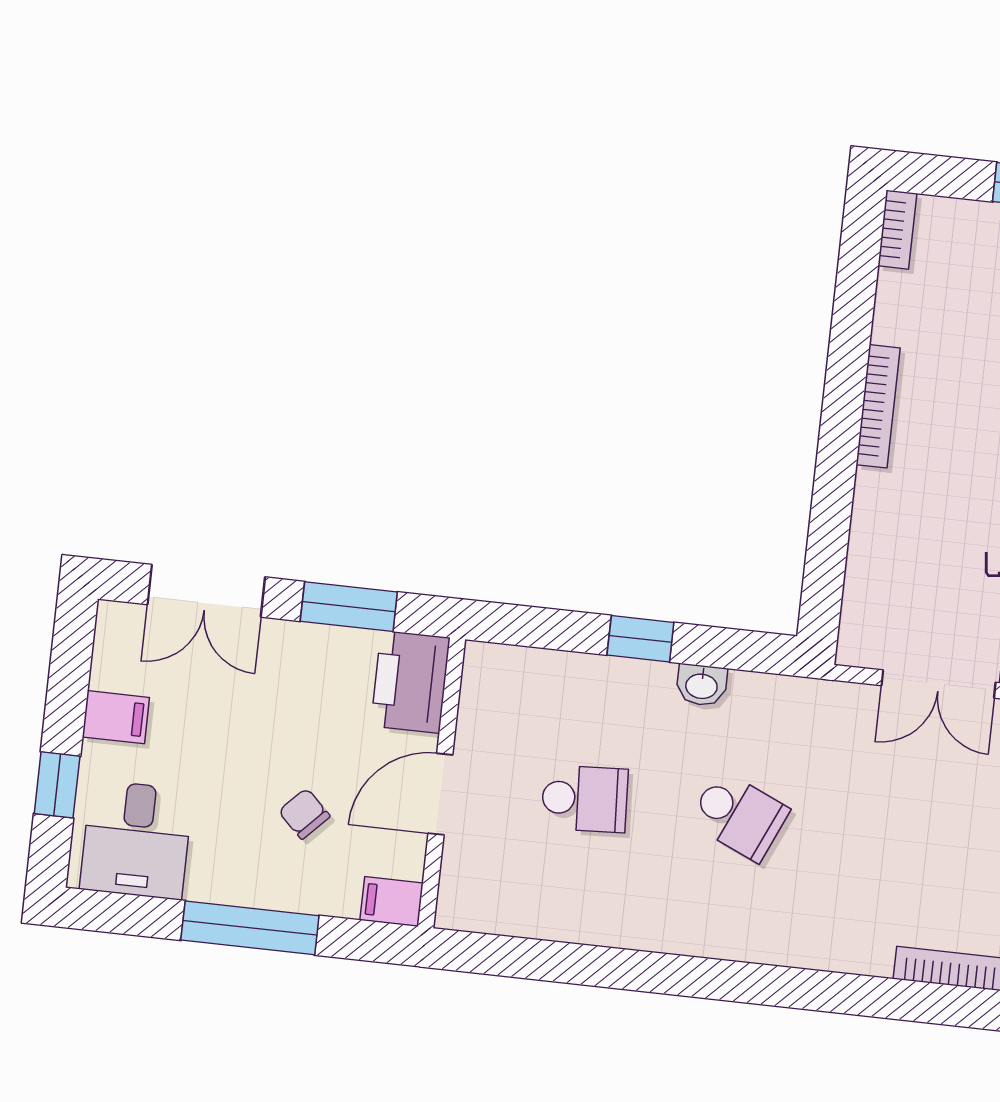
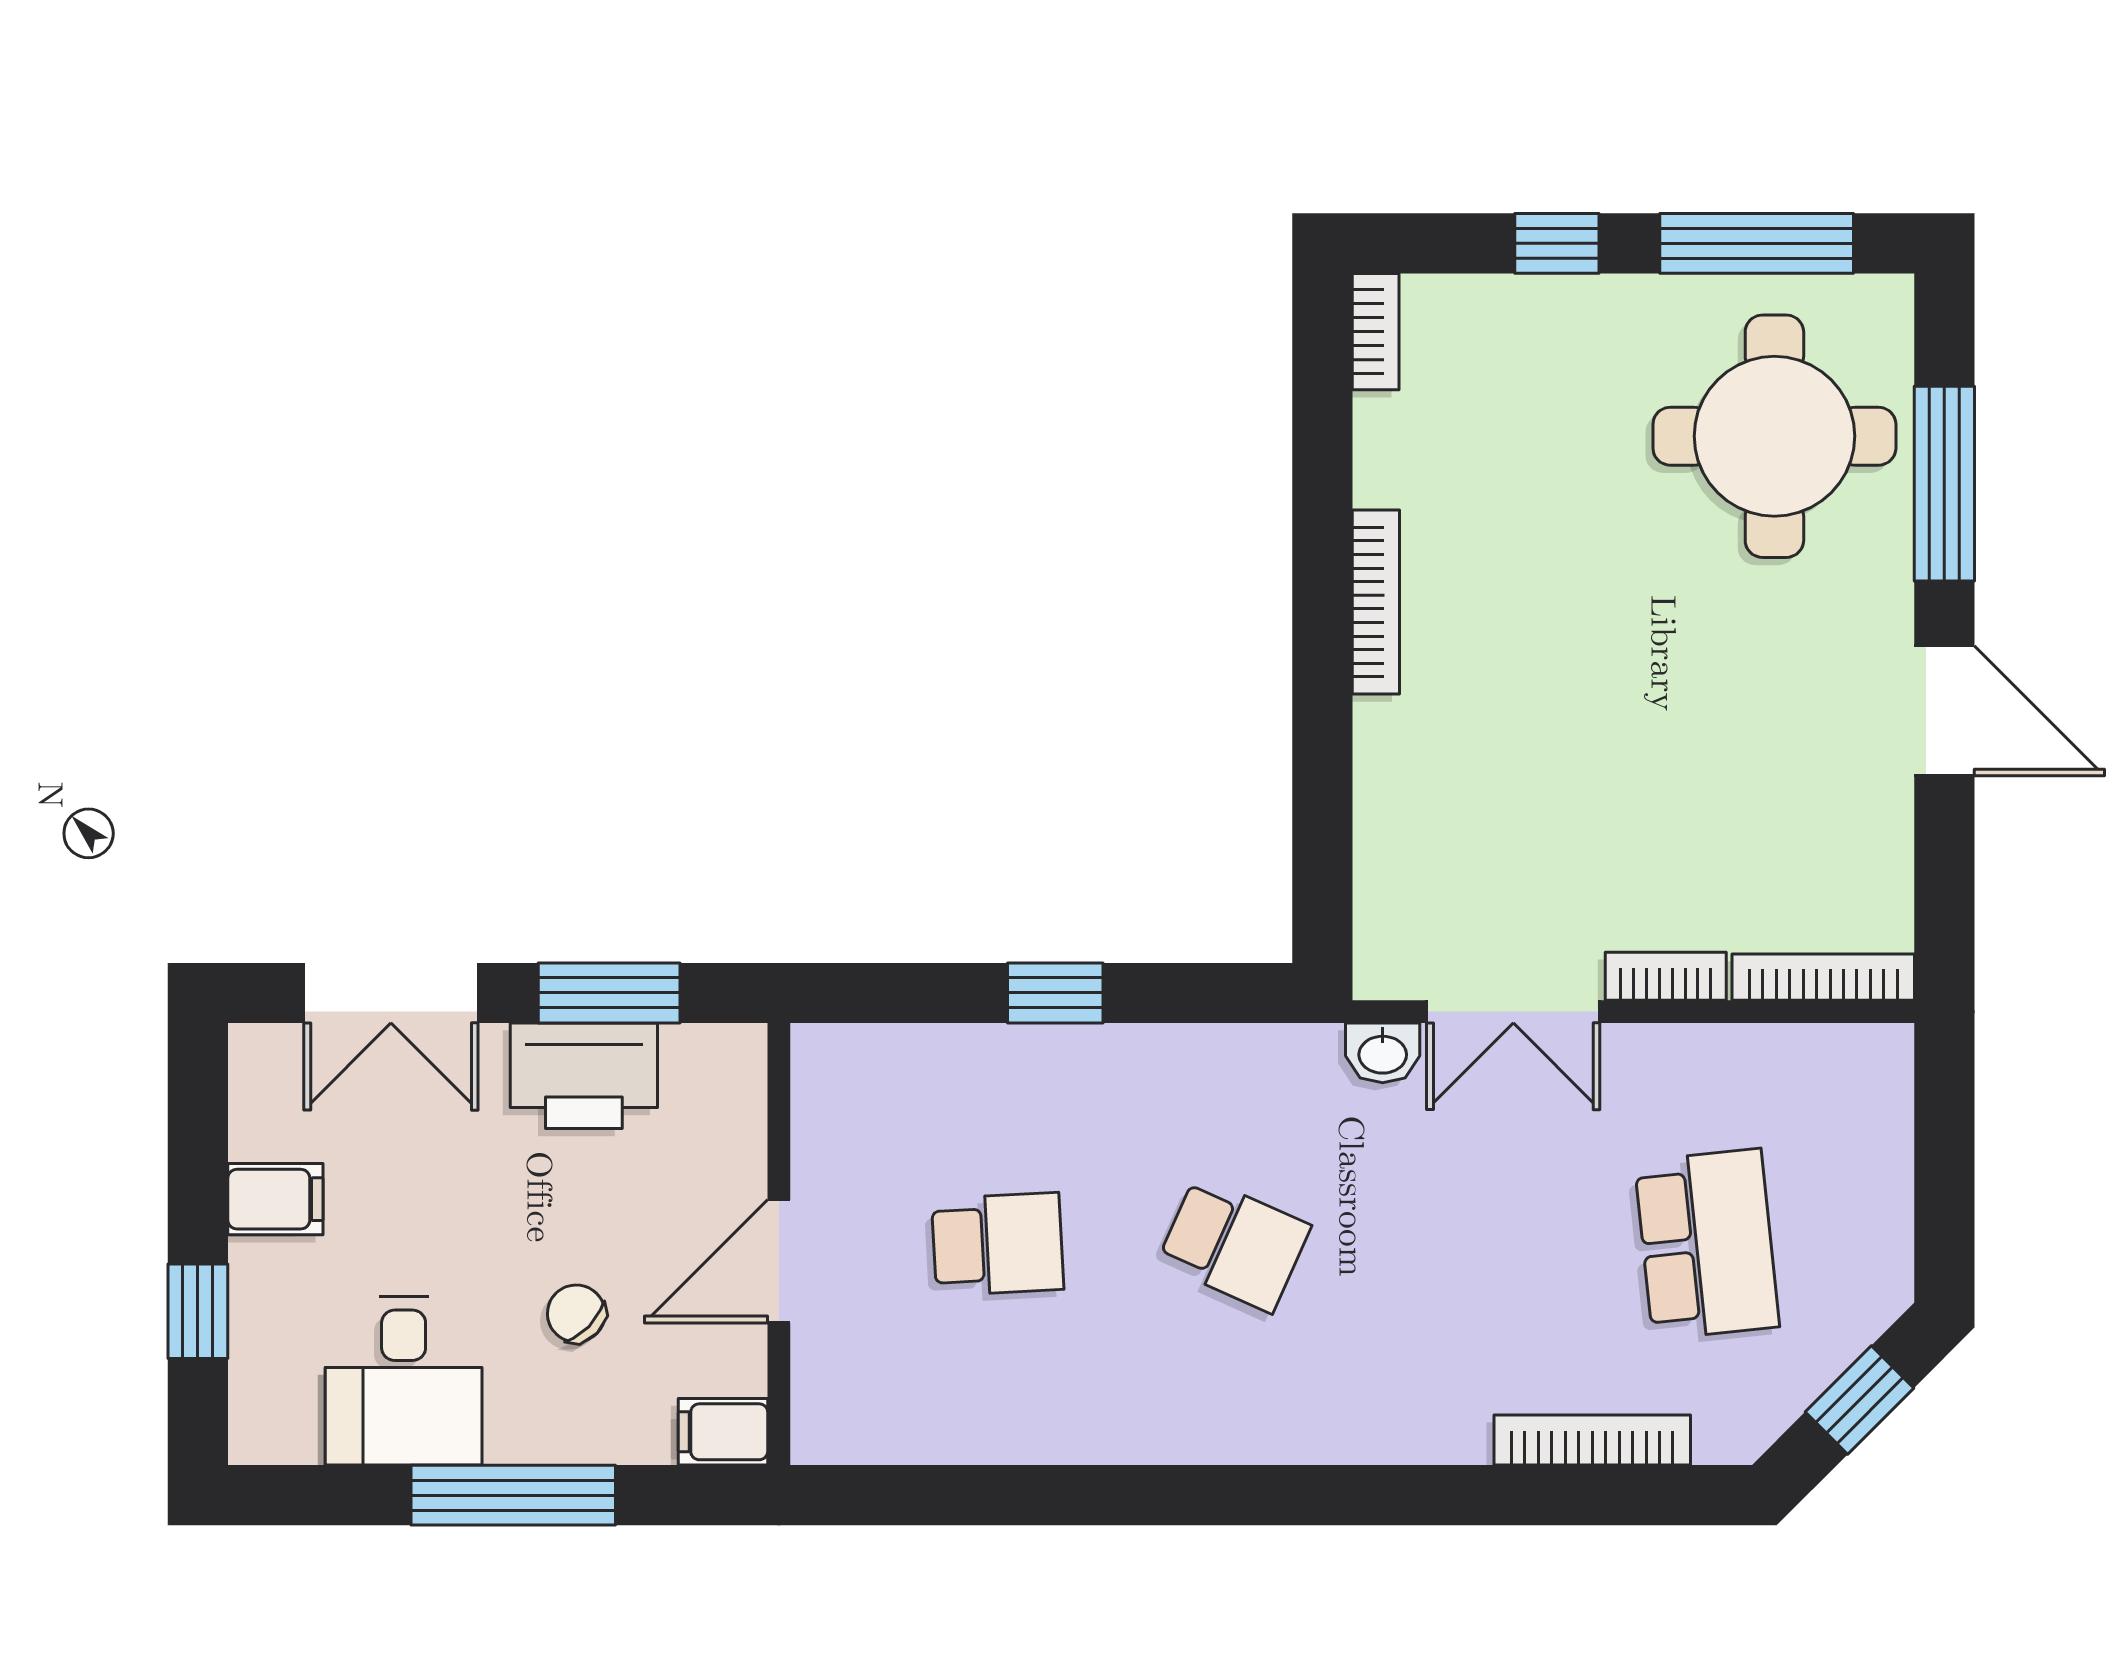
printer: (410, 682) -> (584, 1076), moved, turned -90
washbasin: (702, 685) -> (1383, 1053), moved
desk: (136, 840) -> (404, 1381), moved

